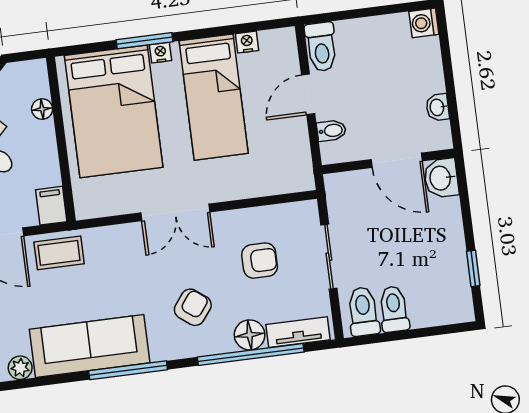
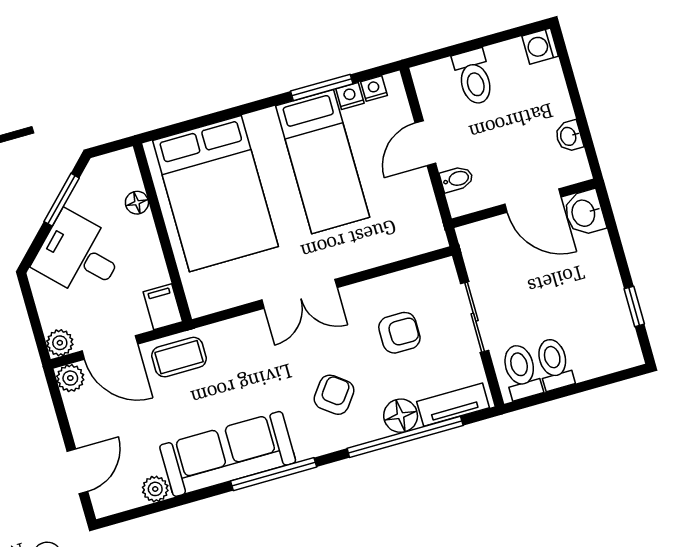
window: (144, 41) -> (322, 87), moved
toilet: (321, 47) -> (474, 77), moved
nightstand: (160, 53) -> (374, 89), moved

